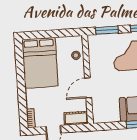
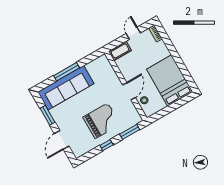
door: (88, 88) -> (129, 91), moved

